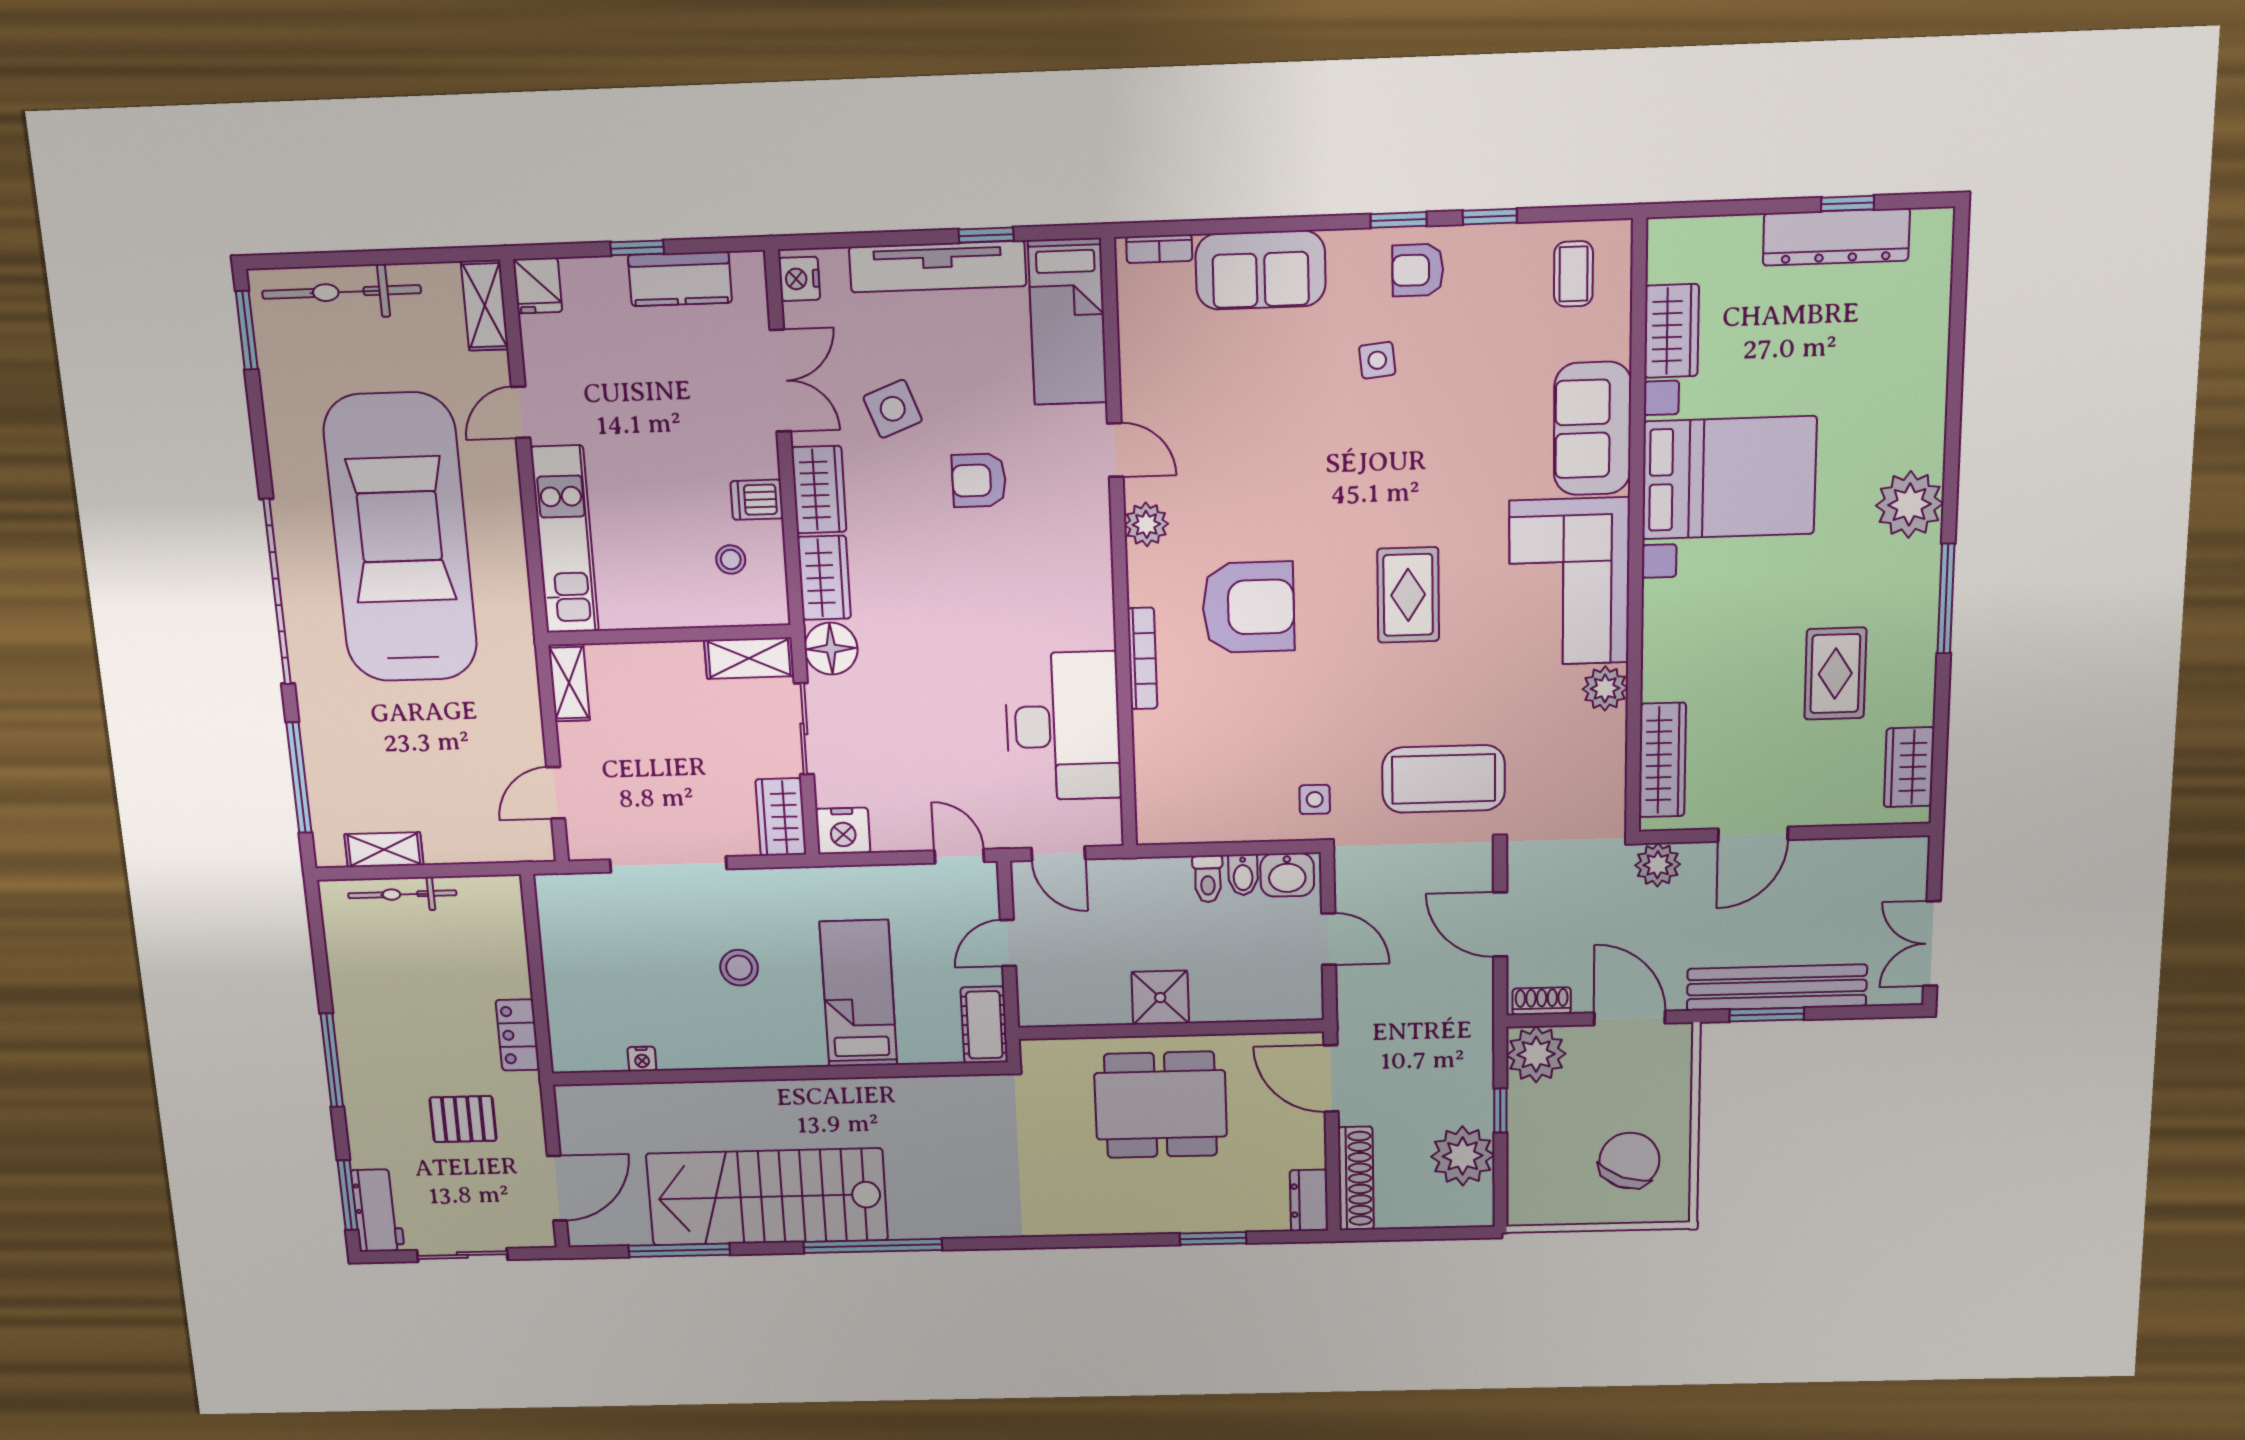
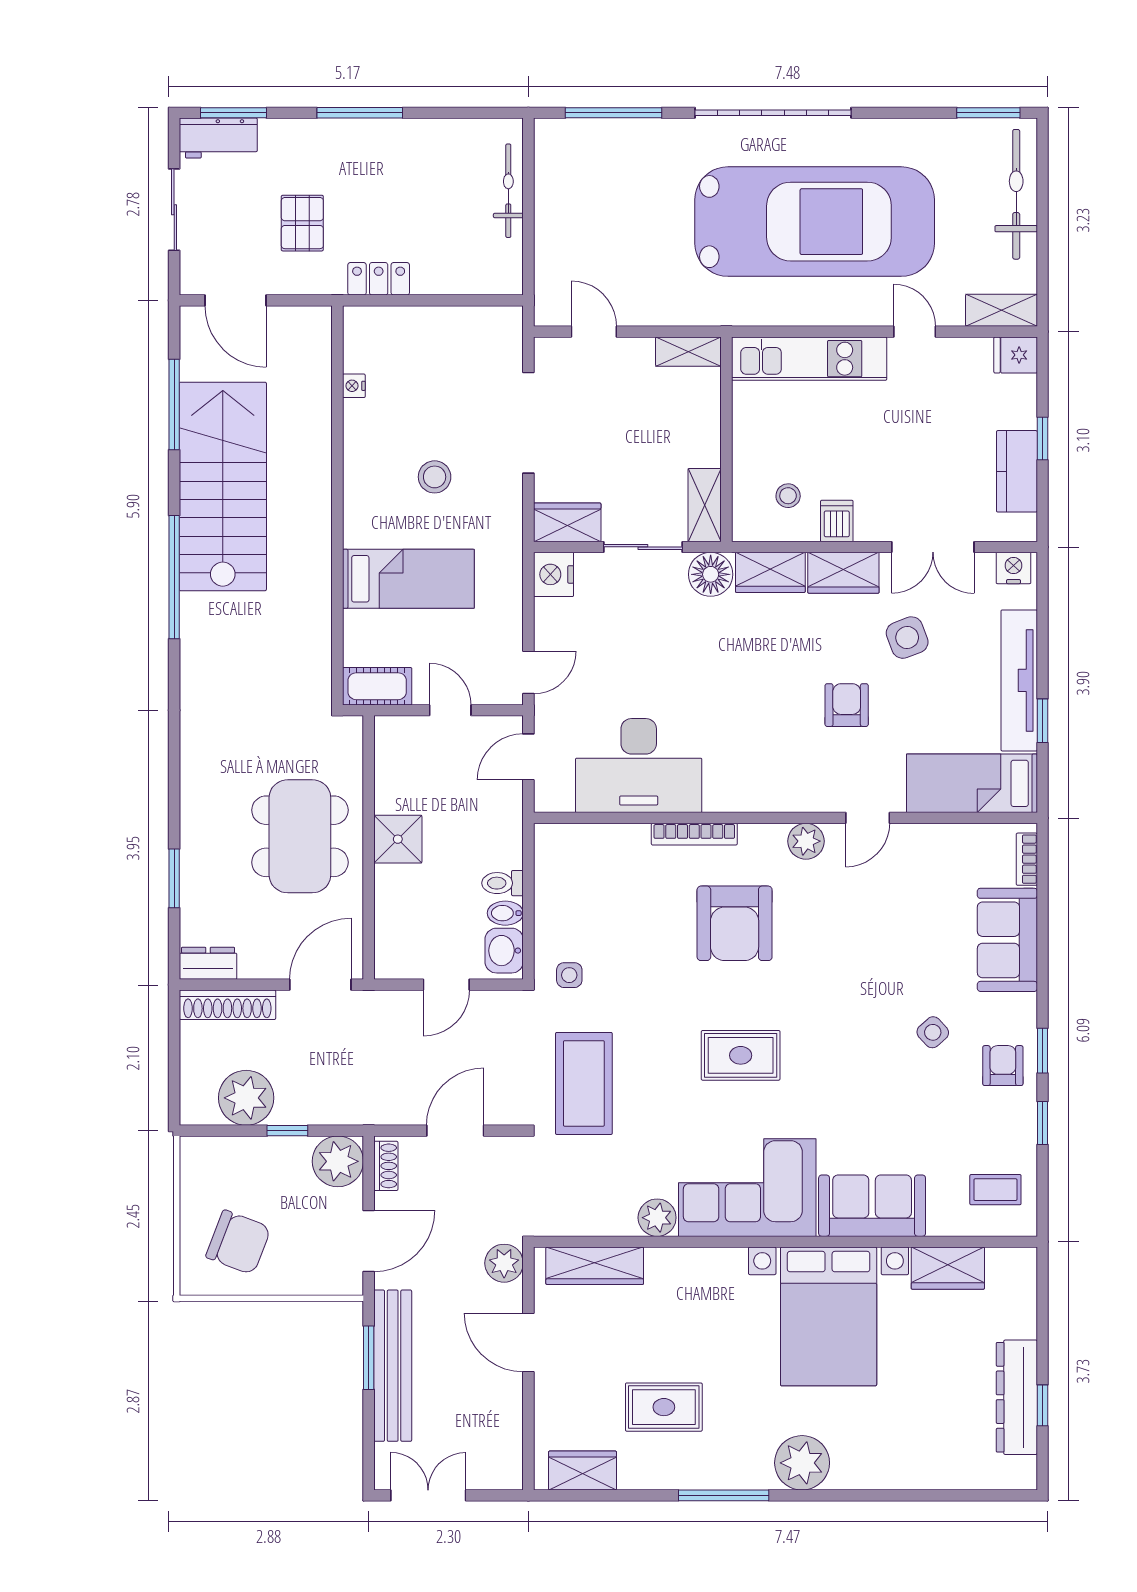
side table: (1377, 360) -> (933, 1032), turned -36
shelving: (384, 850) -> (548, 179), removed

